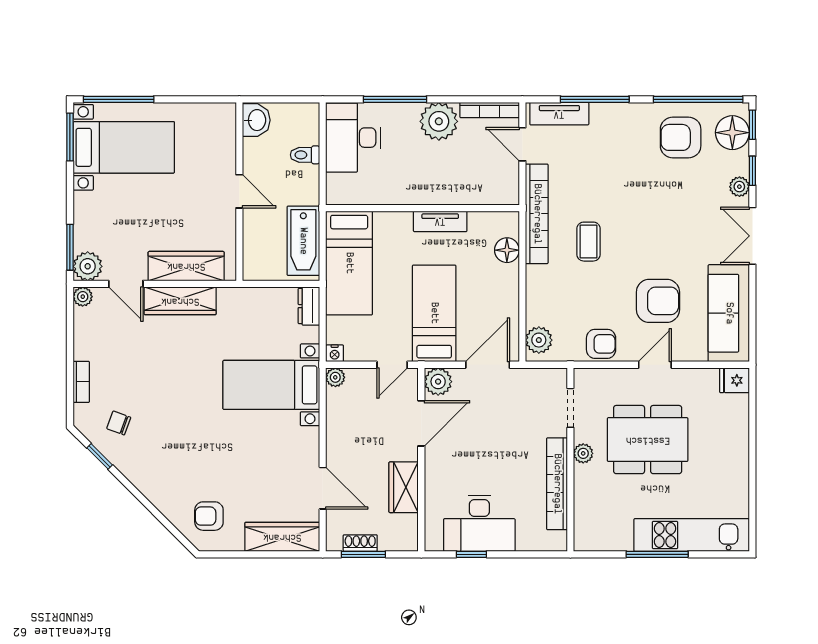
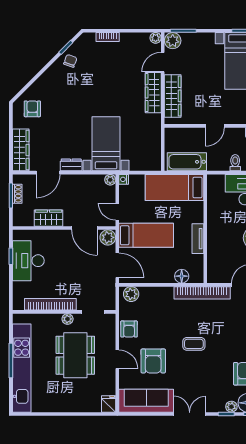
plant: (739, 187) -> (231, 407), moved
coffee table: (589, 242) -> (194, 344), moved
dresser: (309, 306) -> (71, 165), moved
chair: (119, 423) -> (70, 61), moved
kitchen unit: (692, 535) -> (22, 368), width x1.36

